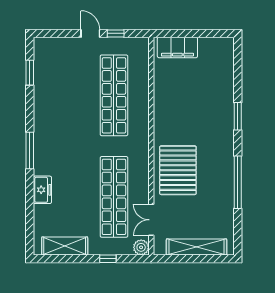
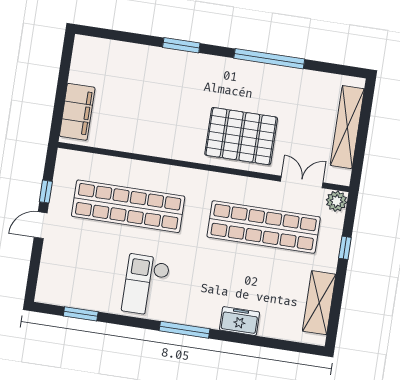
checkout: (58, 117) -> (146, 285), added
double door: (151, 220) -> (302, 182), swing flipped

